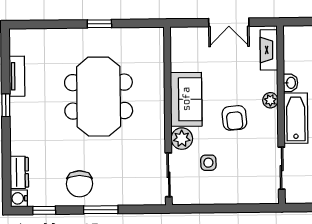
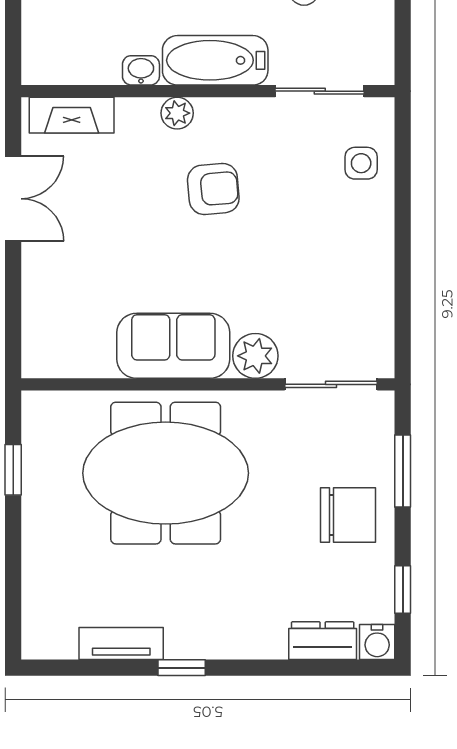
sofa: (186, 99) -> (173, 346), moved
wall: (168, 116) -> (208, 384), moved
plant: (182, 139) -> (255, 356), moved
side table: (208, 163) -> (361, 163), moved
sliding door: (169, 175) -> (331, 384), moved

